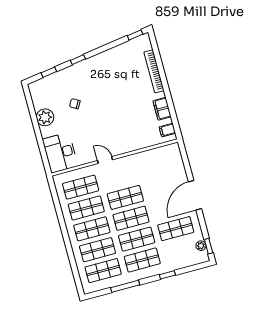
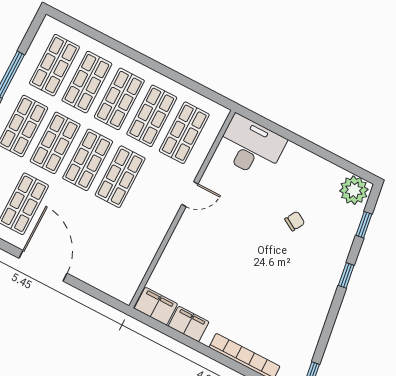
plant: (45, 117) -> (354, 190), moved
filing cabinet: (167, 130) -> (156, 306), width x2.00

